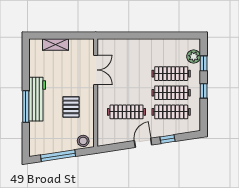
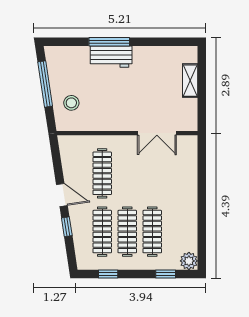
plant: (194, 56) -> (189, 261), moved
window: (204, 91) -> (108, 274), moved
workbench: (37, 99) -> (111, 57), width x0.73
pallet: (71, 107) -> (109, 101), removed
stool: (83, 141) -> (71, 103), moved

